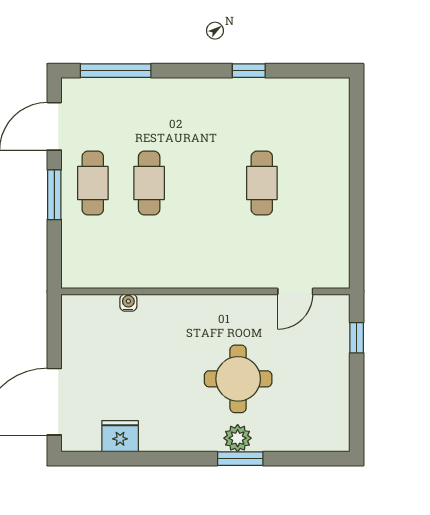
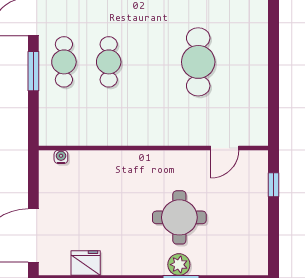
cafe table: (262, 183) -> (198, 62), width x1.37, depth x1.35
water cooler: (128, 303) -> (61, 157), moved

